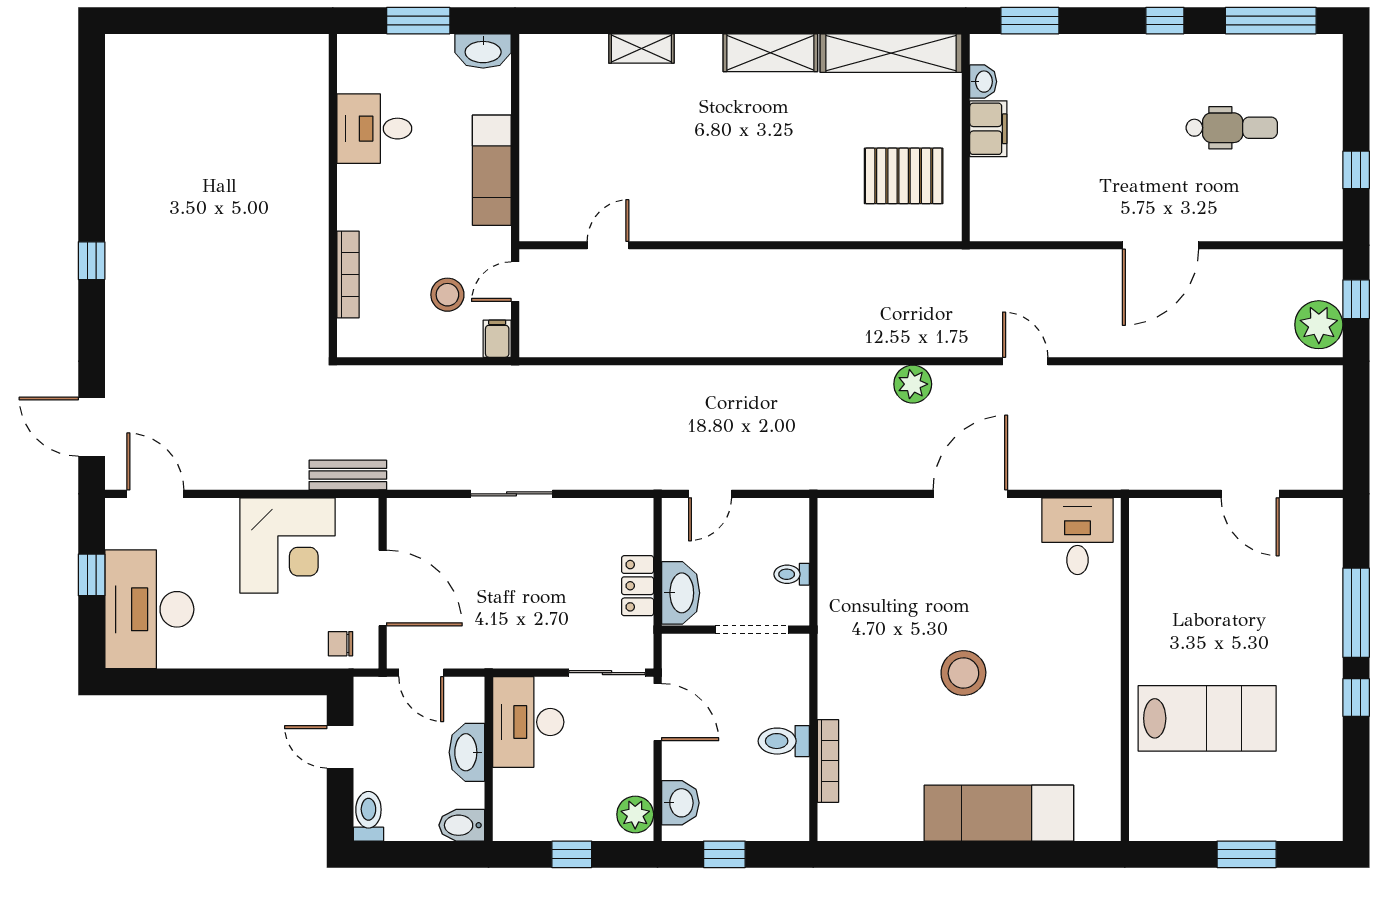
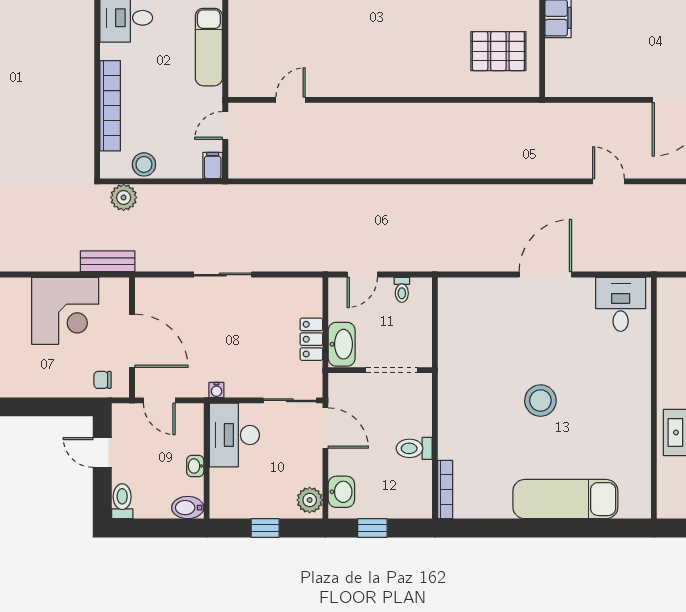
bookcase: (348, 275) -> (110, 106), width x1.48, depth x1.31
stool: (447, 295) -> (144, 164), moved
door: (1025, 361) -> (608, 181), moved
plant: (913, 384) -> (124, 197), moved
toilet: (792, 574) -> (402, 290), moved, turned -90
water cooler: (503, 658) -> (216, 390), added
washbasin: (467, 752) -> (195, 466), width x0.52, depth x0.69
bookcase: (828, 761) -> (445, 490), moved

